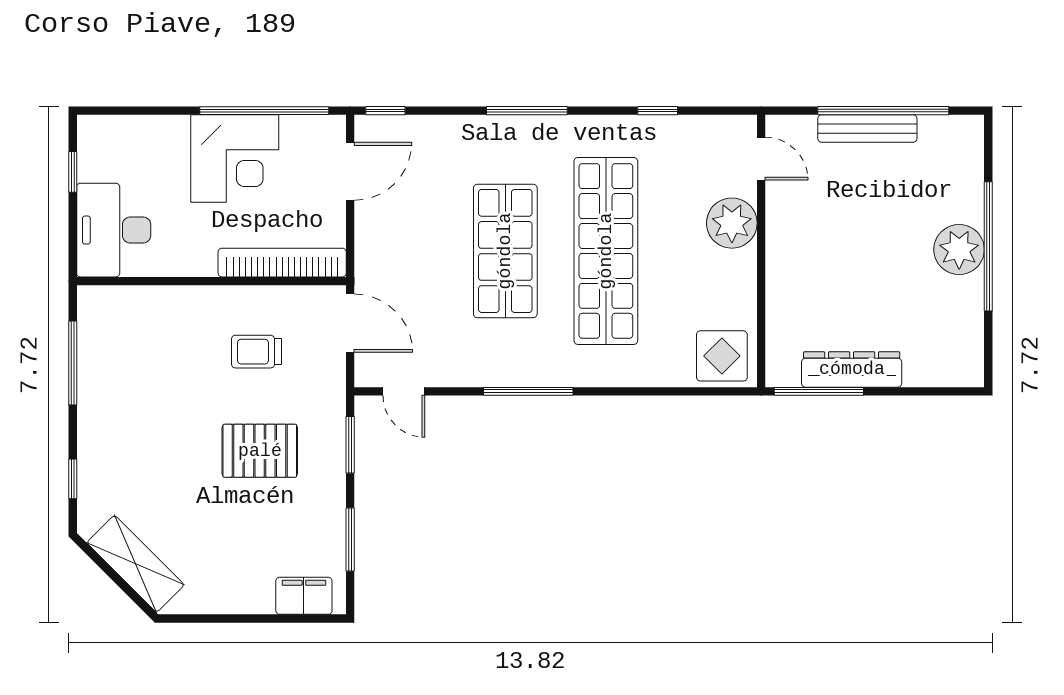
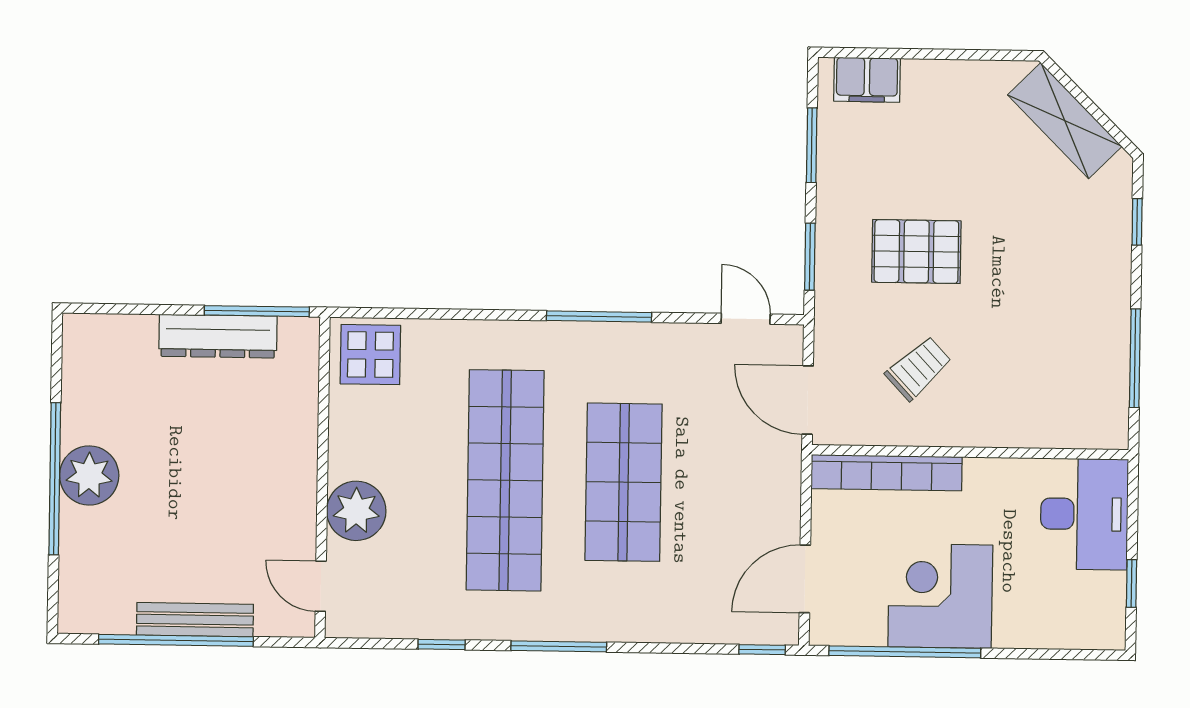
window: (527, 111) -> (559, 646), moved
trolley: (256, 352) -> (918, 368), turned -43

